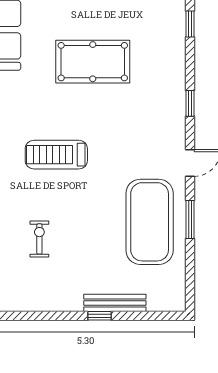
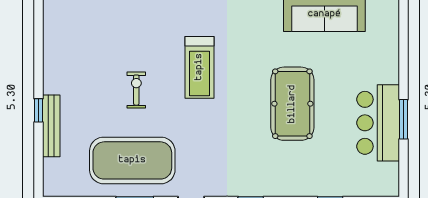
treadmill: (56, 155) -> (199, 67), turned 180
exercise bike: (39, 239) -> (136, 90), moved, turned -90

